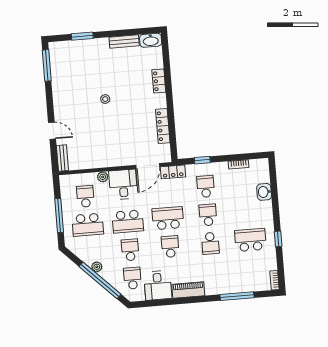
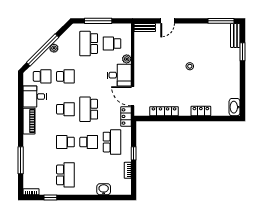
bench: (124, 42) -> (235, 35), moved
window: (202, 160) -> (134, 153), moved
school desk: (206, 186) -> (112, 142), width x1.85
school desk: (85, 196) -> (112, 44), turned 180
school desk: (168, 218) -> (89, 109), turned 180
school desk: (128, 221) -> (89, 76), removed
window: (278, 239) -> (50, 198), moved

